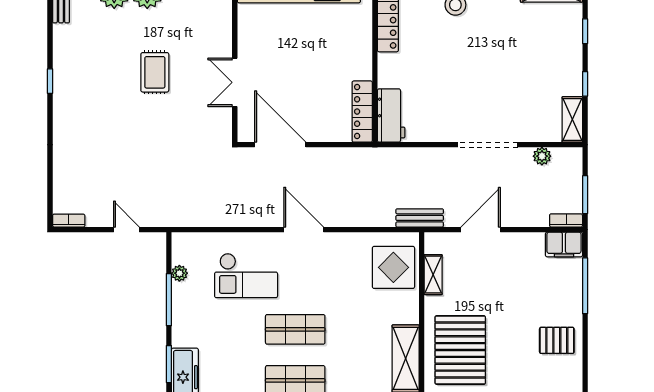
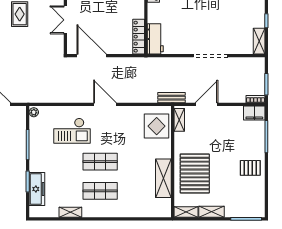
plant: (542, 156) -> (242, 62), removed
plant: (179, 273) -> (34, 112), moved
shelving: (433, 275) -> (179, 120), moved

